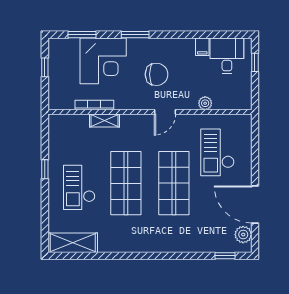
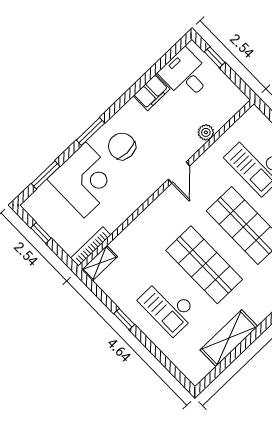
filing cabinet: (202, 47) -> (152, 92), width x2.00
chair: (157, 74) -> (122, 146), moved, turned -90
bookcase: (94, 105) -> (91, 247), moved
shelving: (104, 120) -> (100, 263), moved
shelving: (73, 243) -> (229, 338), moved

